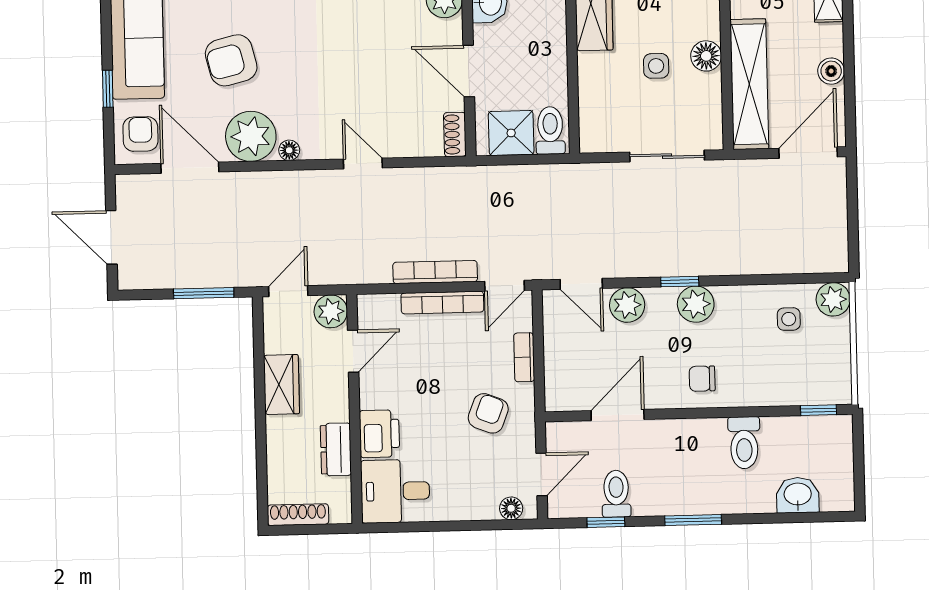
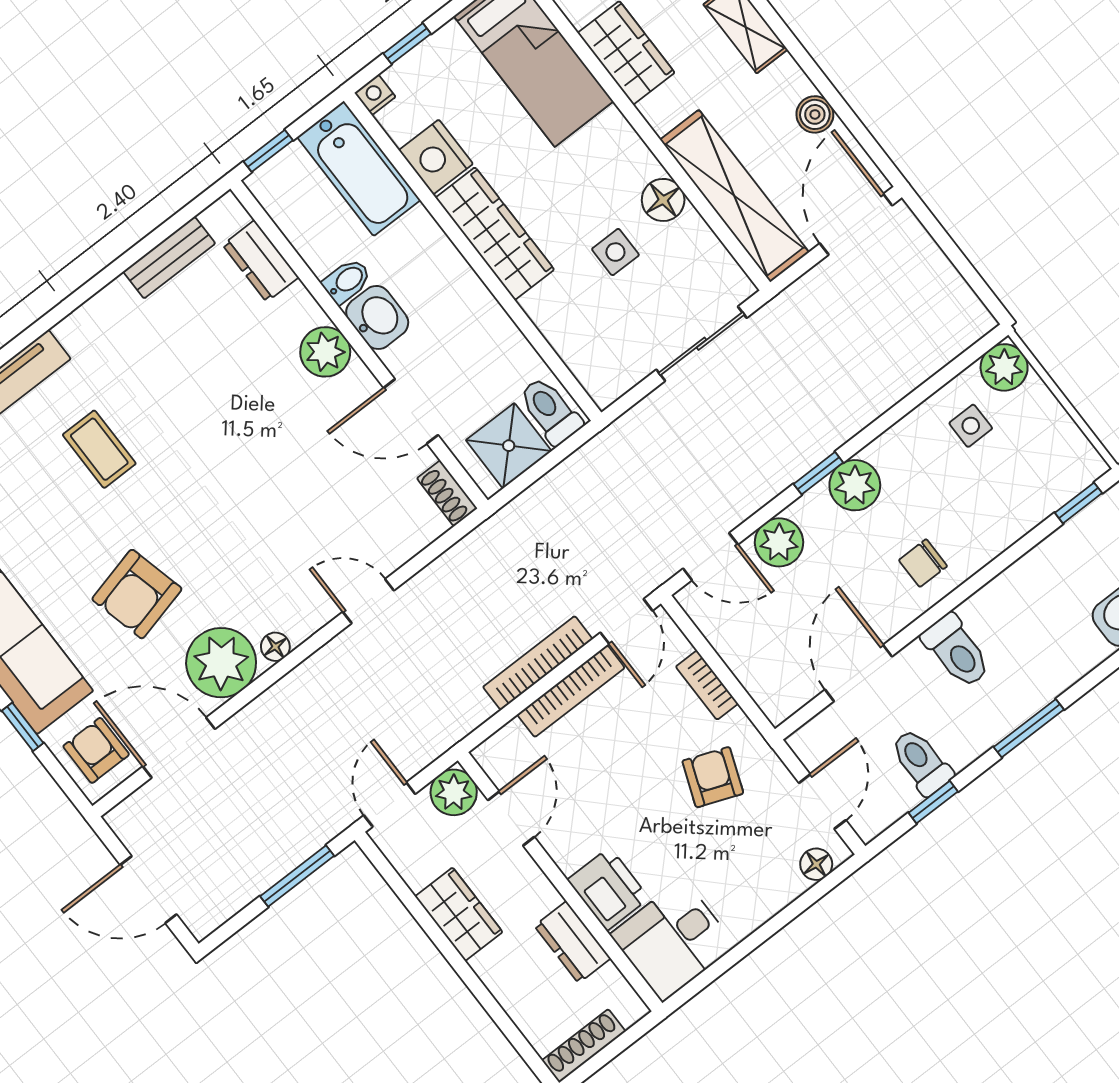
toilet: (744, 443) -> (957, 651), moved

